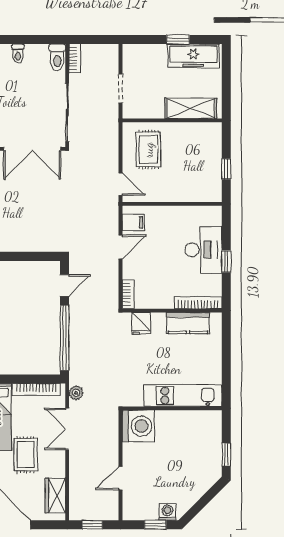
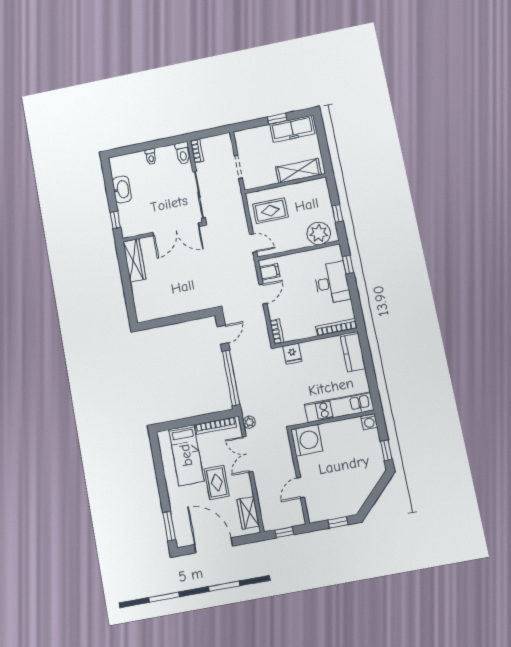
rug: (148, 150) -> (270, 211), turned 90
plant: (200, 188) -> (319, 233), added
window: (226, 261) -> (348, 265), moved
kitchen counter: (188, 323) -> (353, 353), moved, turned 90
washing machine: (167, 512) -> (369, 422), moved, turned 180

